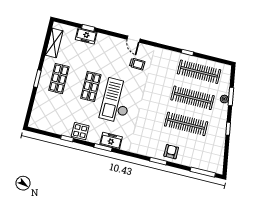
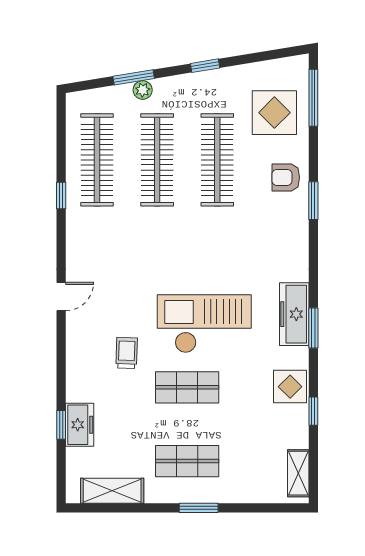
door: (134, 39) -> (61, 297), moved
trolley: (137, 64) -> (127, 353), moved
checkout: (117, 101) -> (204, 324), turned 180
shelving: (42, 125) -> (298, 473), added
freezer: (111, 141) -> (294, 314), width x1.40
display table: (200, 154) -> (274, 113), added

